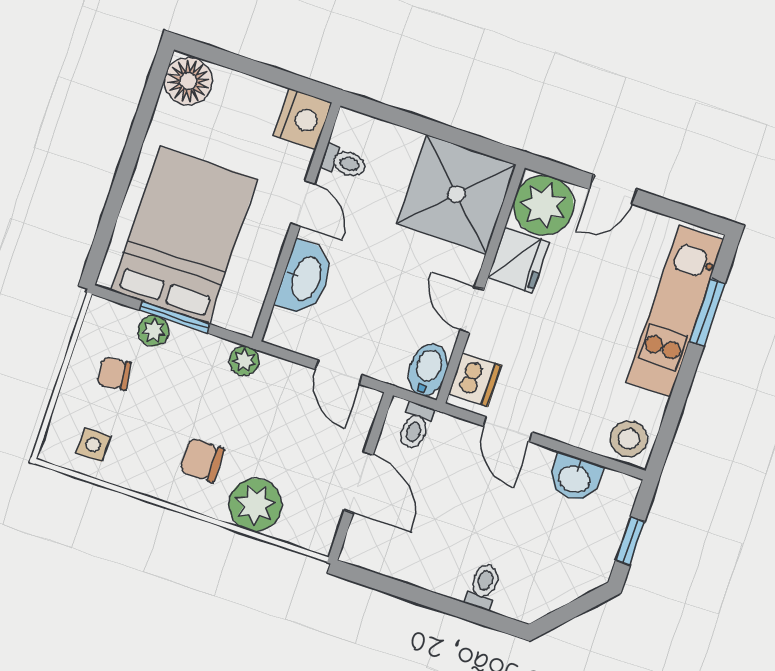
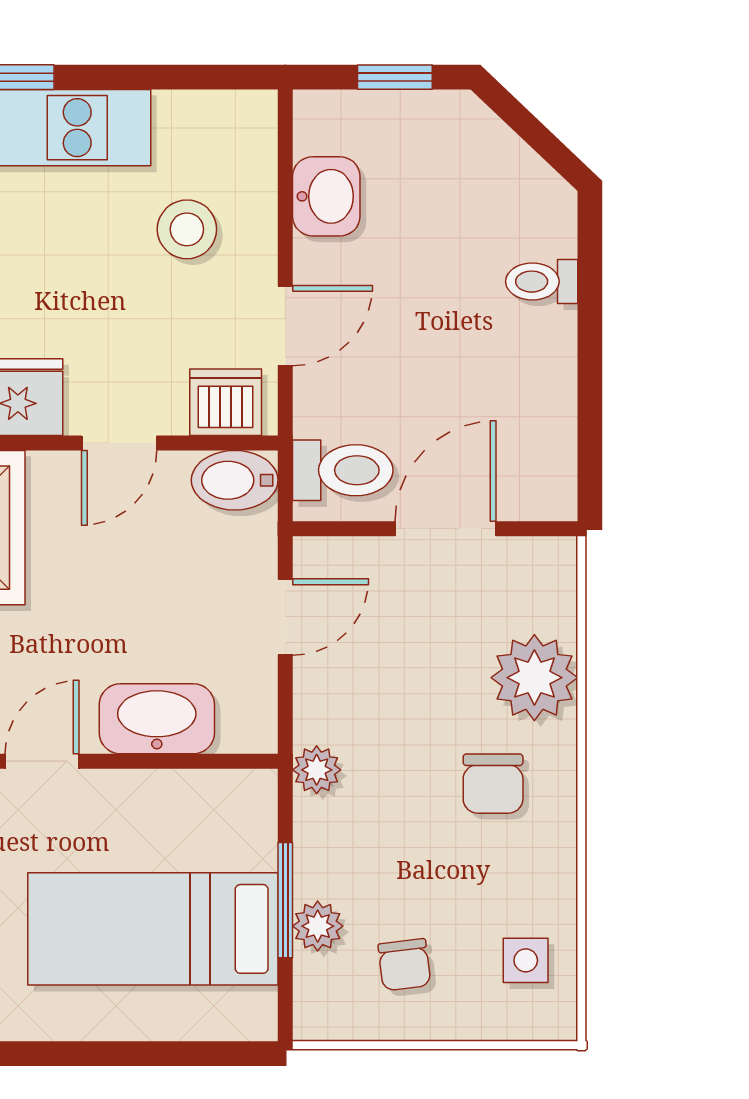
bed: (184, 235) -> (153, 929), width x0.67
toilet: (415, 426) -> (343, 470), width x1.37, depth x1.39
stool: (629, 439) -> (187, 229), moved

